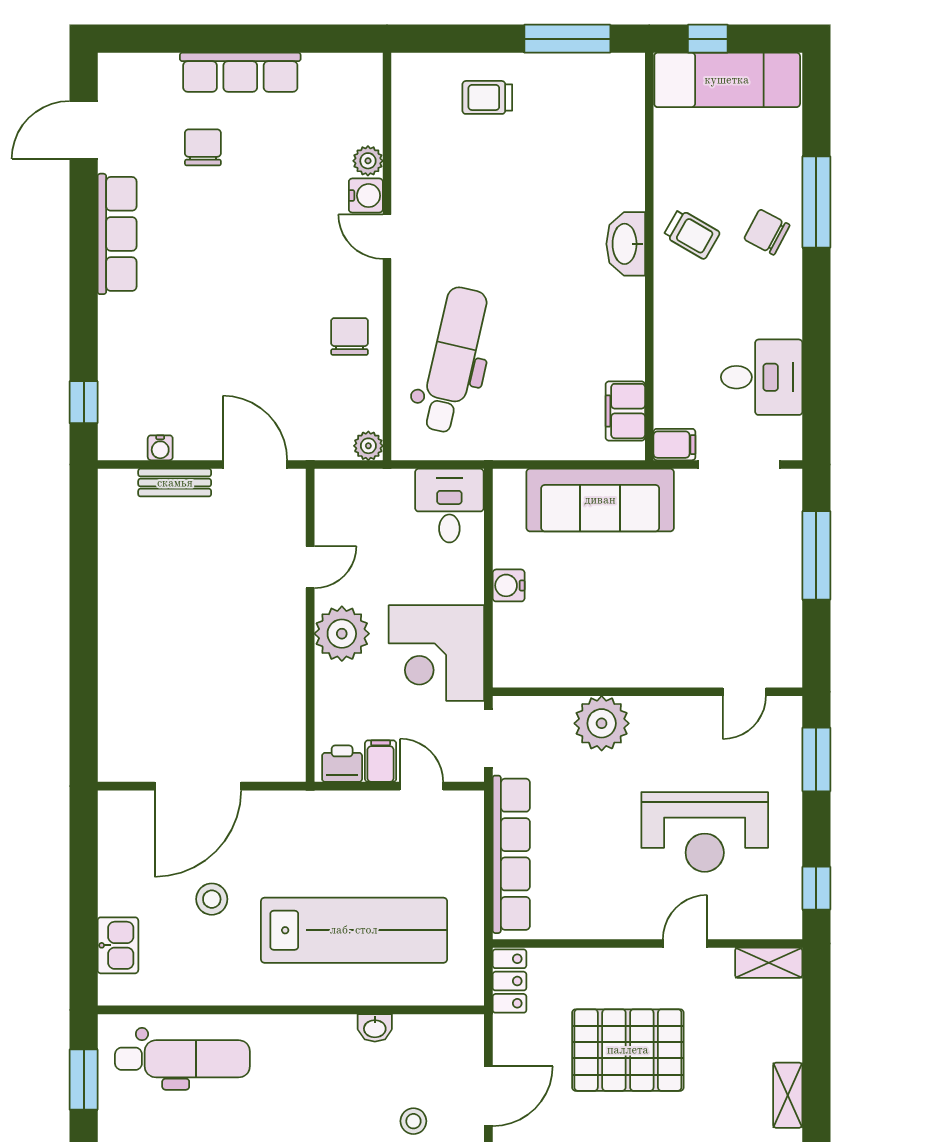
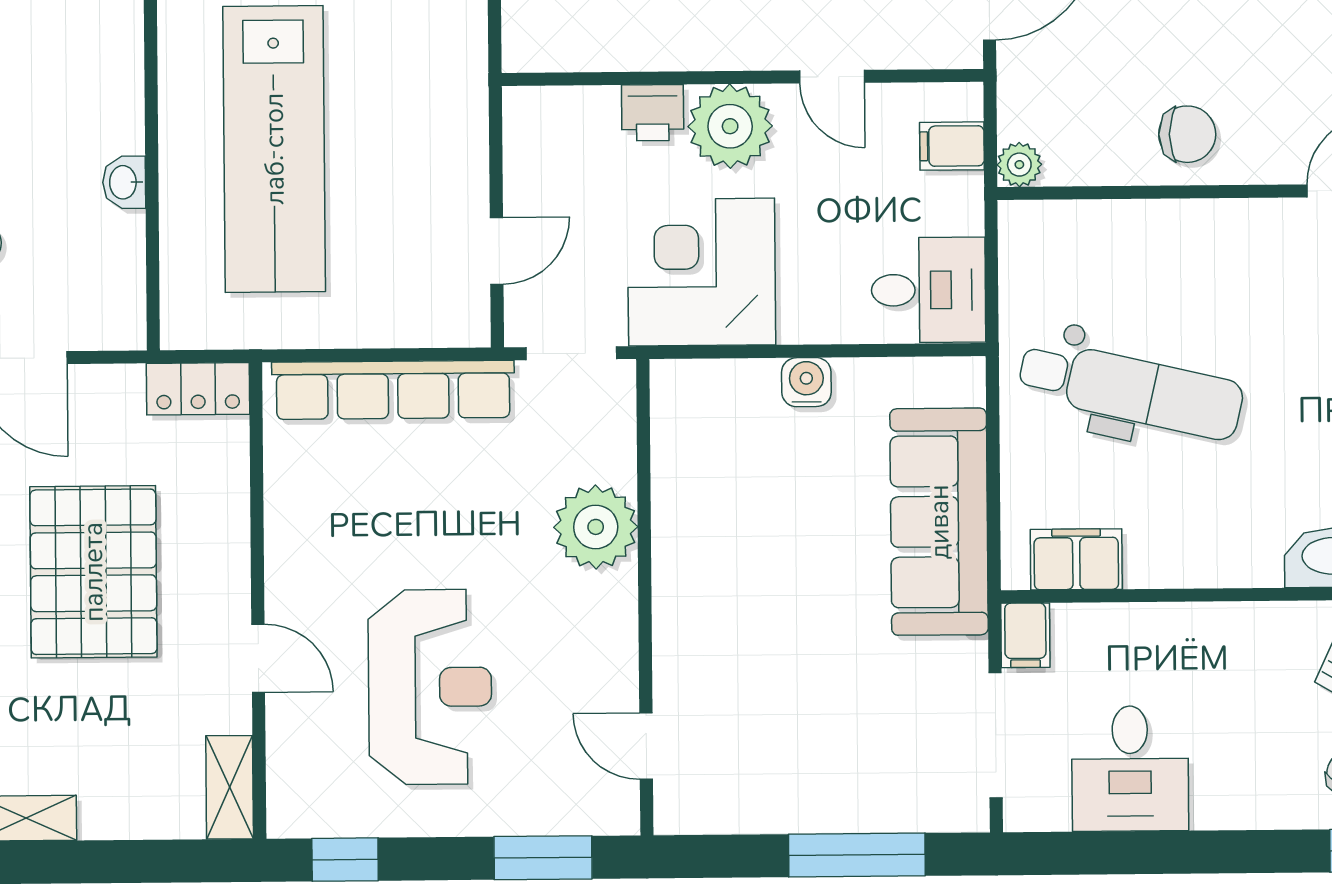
dental chair: (453, 360) -> (1131, 389), moved
filing cabinet: (381, 761) -> (952, 146), moved, turned 180
printer: (342, 764) -> (653, 113), moved, turned 90
reception desk: (705, 832) -> (430, 687), turned 180

